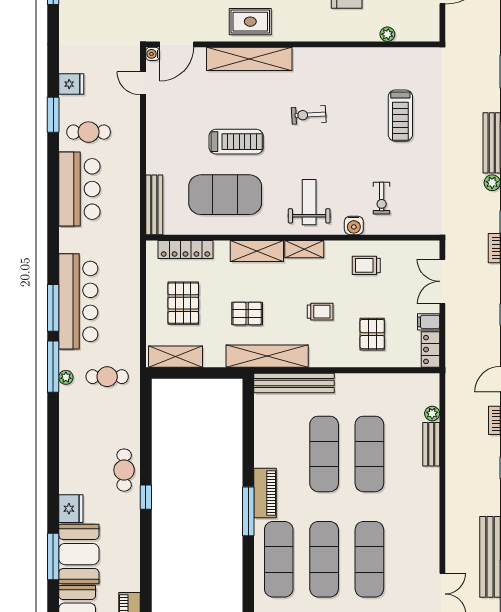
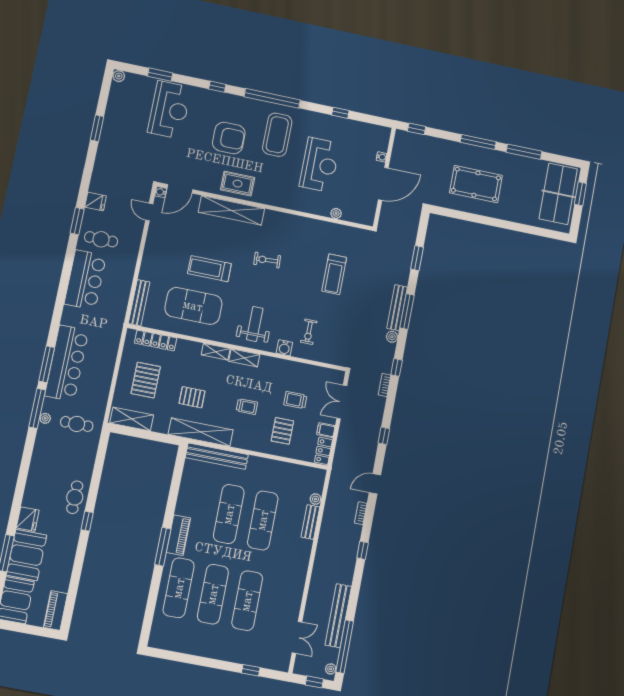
treadmill: (236, 142) -> (209, 269), turned 180
shelving: (257, 251) -> (216, 352), width x0.67, depth x0.75
trolley: (366, 265) -> (295, 400), moved

